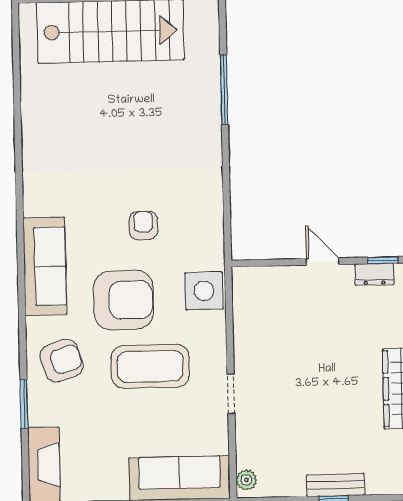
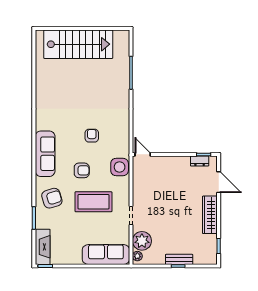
door: (323, 261) -> (143, 154), moved
armchair: (124, 300) -> (82, 170), width x0.53, depth x0.53
plant: (255, 447) -> (142, 241), added

